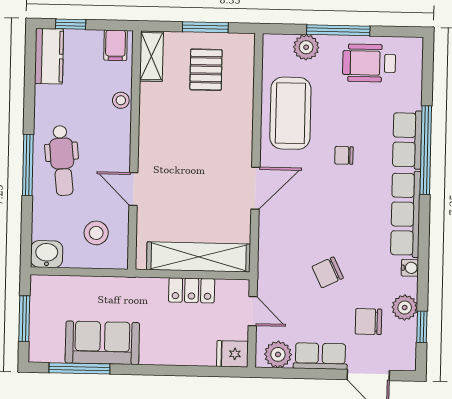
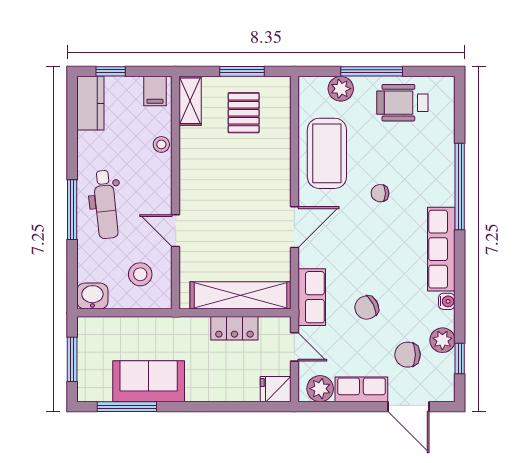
row of seats: (407, 140) -> (312, 297), moved, turned 180

